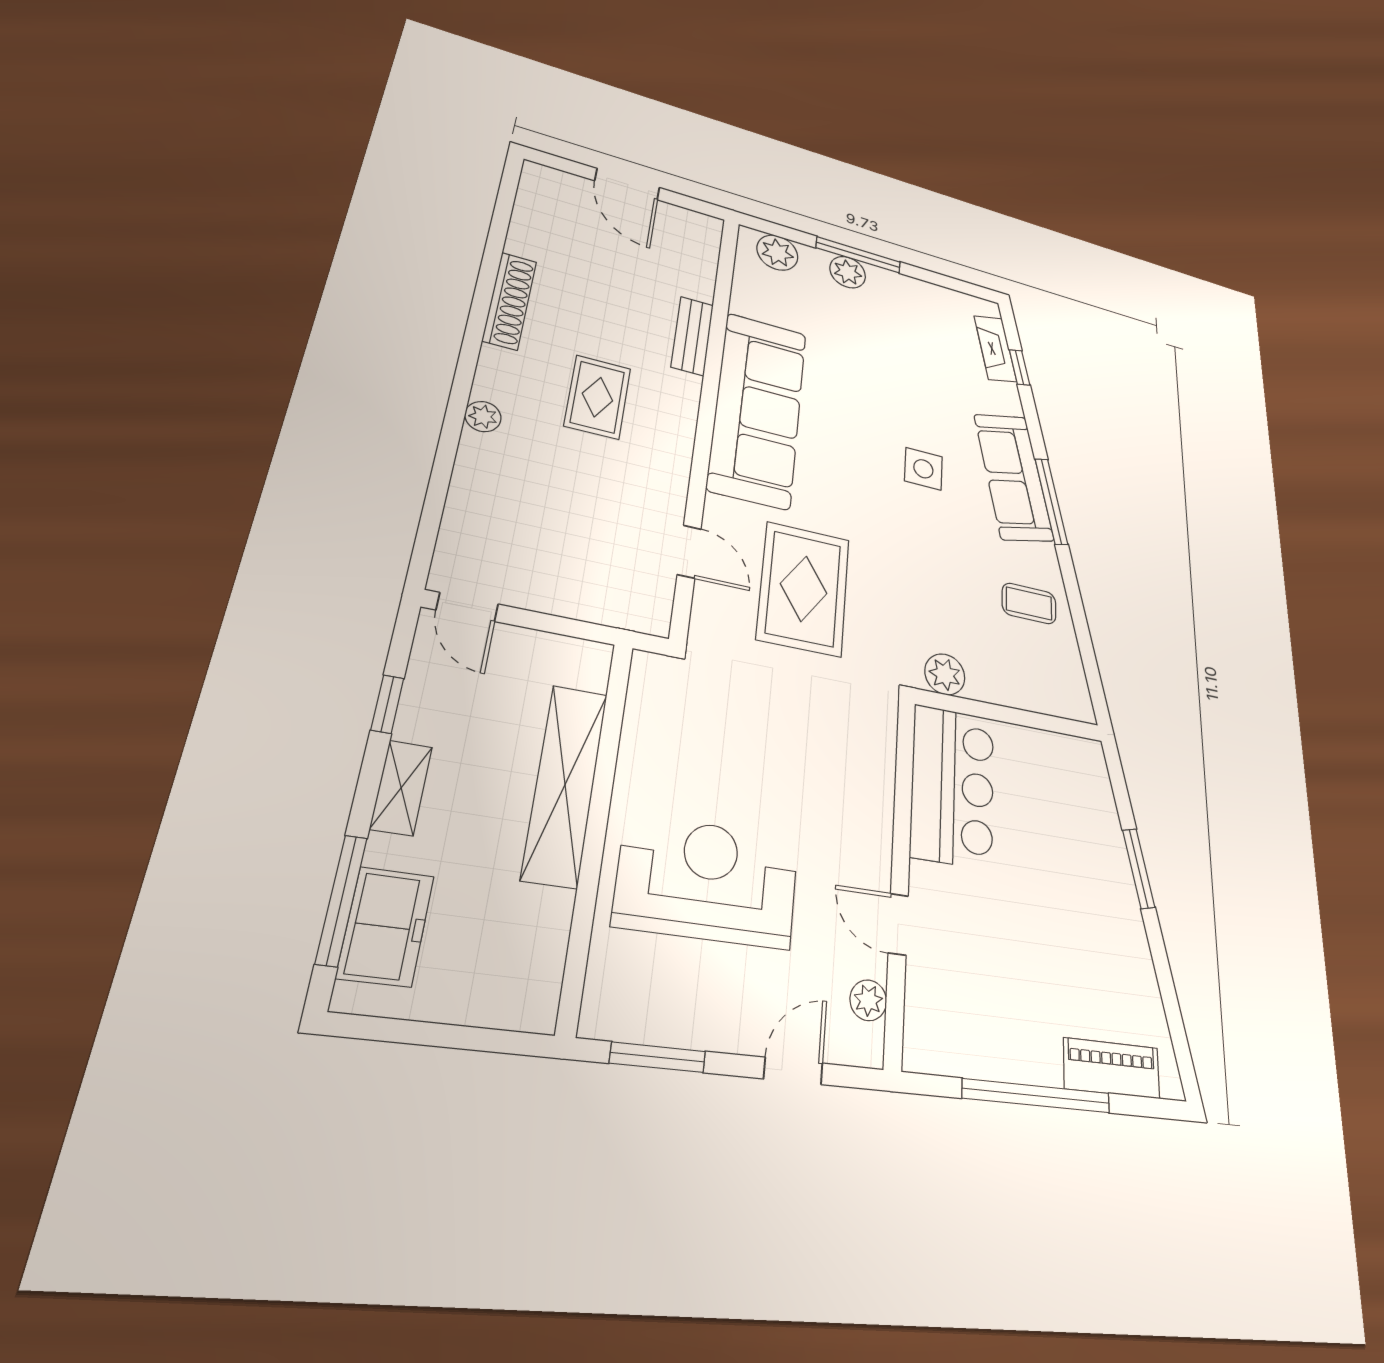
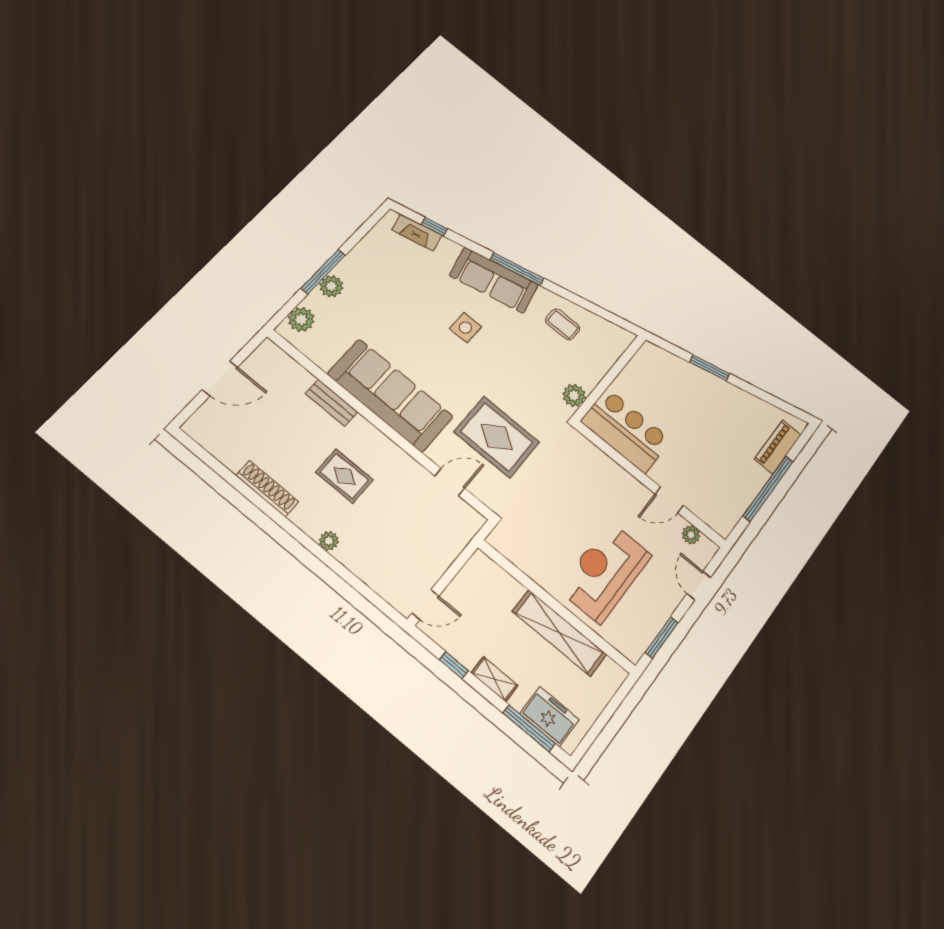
coffee table: (1029, 603) -> (563, 324), turned 90
shelving: (565, 784) -> (559, 633), moved

